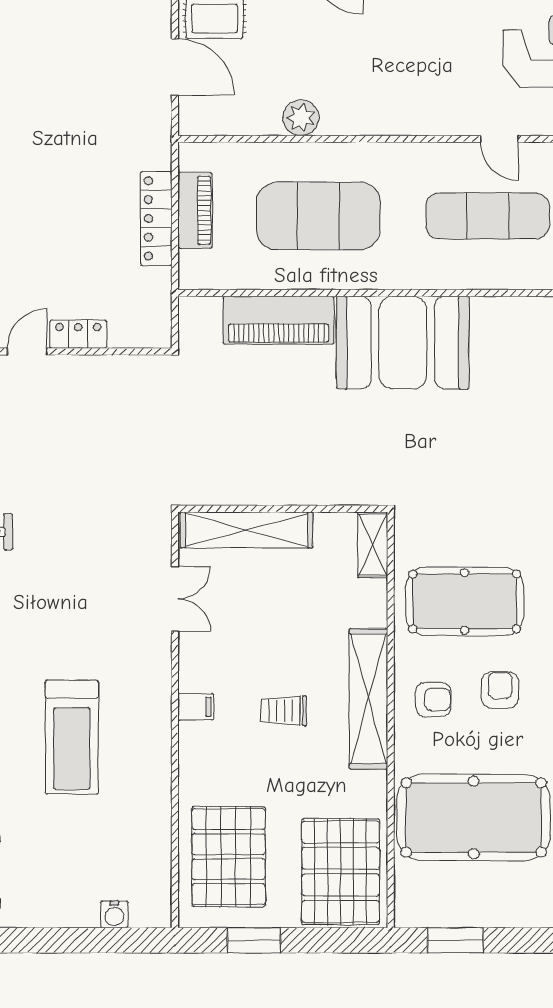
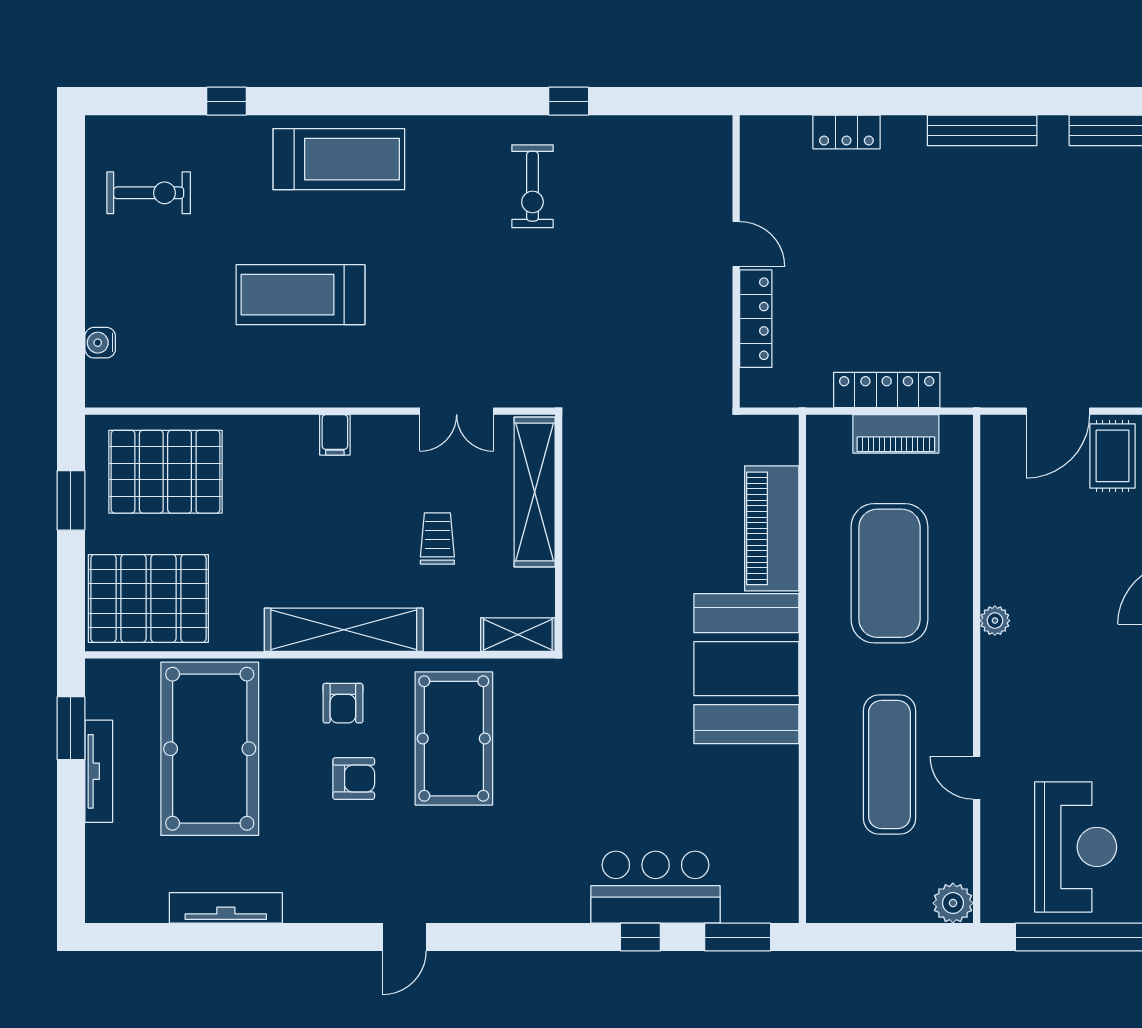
plant: (301, 118) -> (995, 621), moved, width x0.73, depth x0.73
door: (499, 139) -> (977, 778), hinge flipped
locker: (78, 334) -> (756, 319), width x1.53
trolley: (284, 711) -> (437, 539), moved
tv unit: (494, 916) -> (99, 771), added

